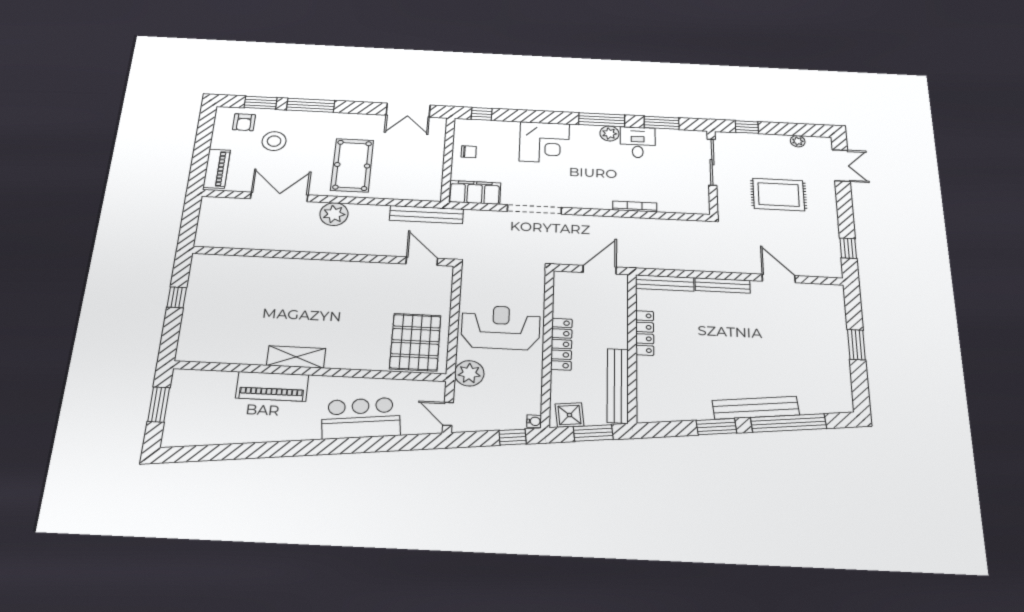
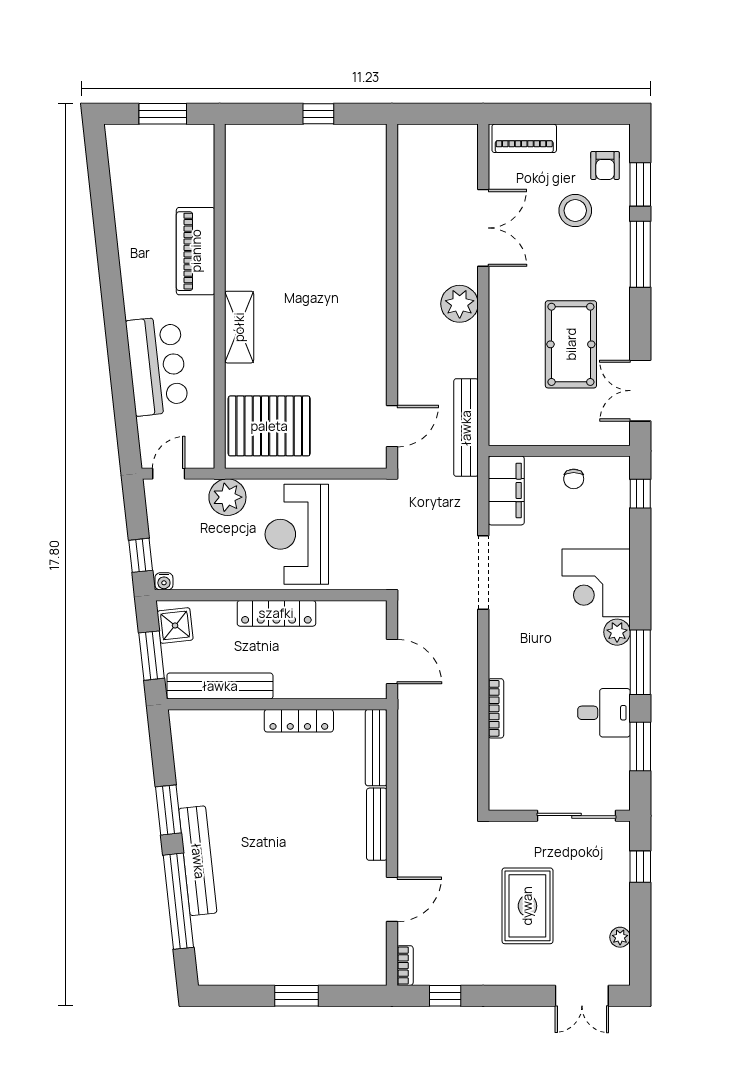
armchair: (244, 122) -> (605, 165), turned -90
plant: (609, 134) -> (617, 632), moved
pool table: (352, 165) -> (571, 344), moved, turned 90
bookcase: (828, 272) -> (405, 966), added
reception desk: (501, 327) -> (297, 534), turned 180
shelving: (296, 357) -> (239, 327), moved

